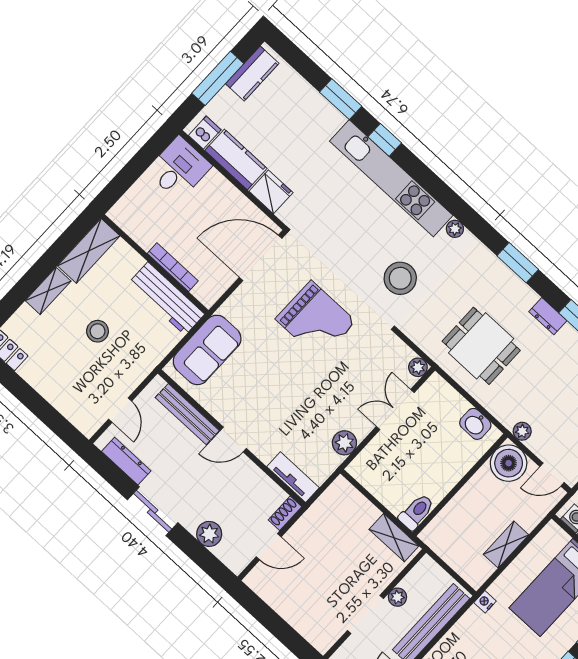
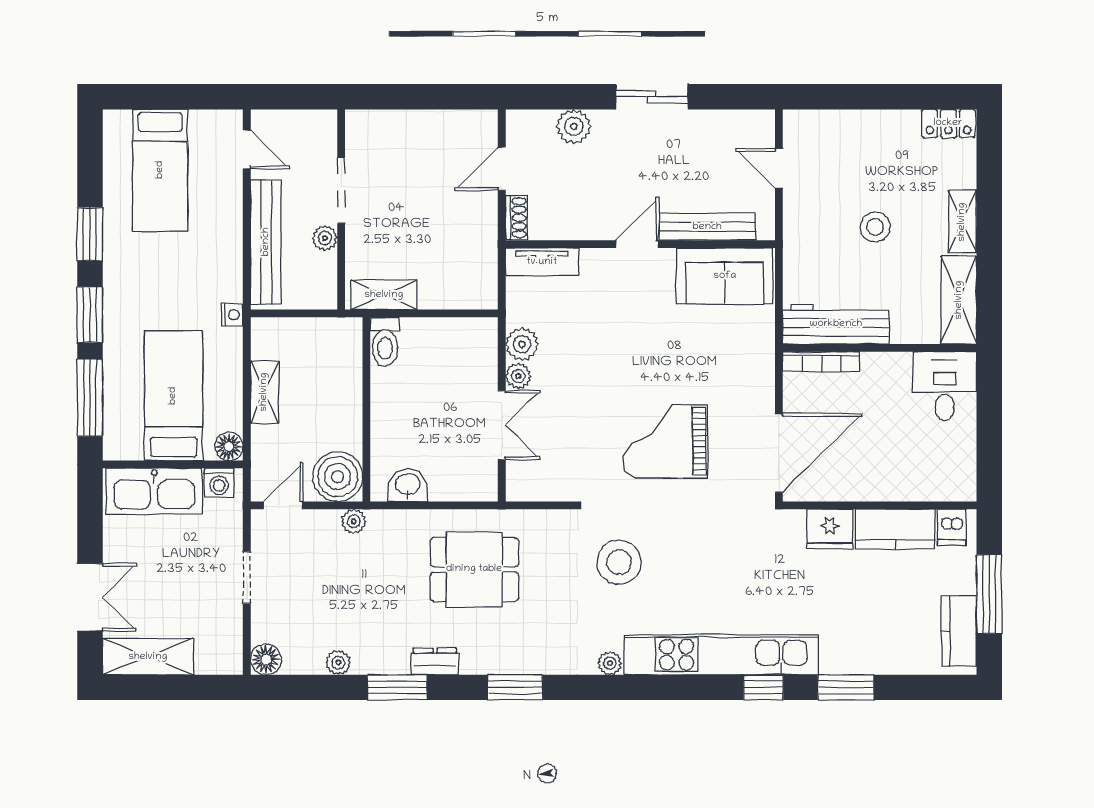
desk: (179, 168) -> (945, 386), moved, turned 180
bookcase: (173, 267) -> (821, 362), moved
sofa: (207, 350) -> (725, 276), moved, turned -90
plant: (418, 367) -> (518, 376), moved
dresser: (126, 461) -> (725, 123), removed
floor lamp: (552, 533) -> (229, 447), added

